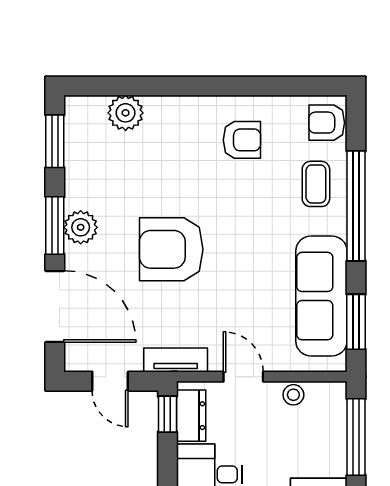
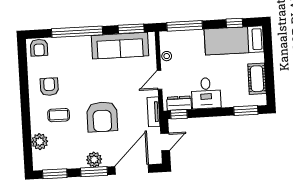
coffee table: (316, 184) -> (59, 115), moved

